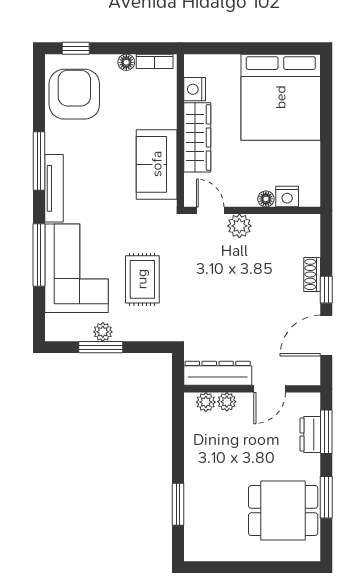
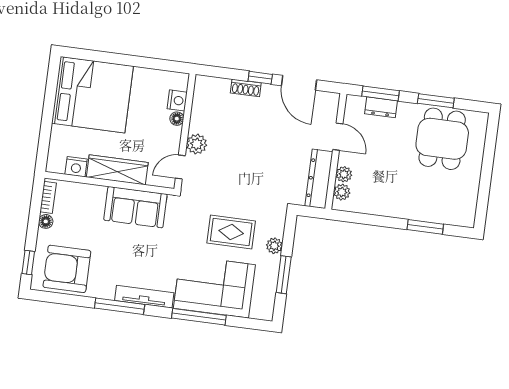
plant: (103, 332) -> (274, 246), moved

